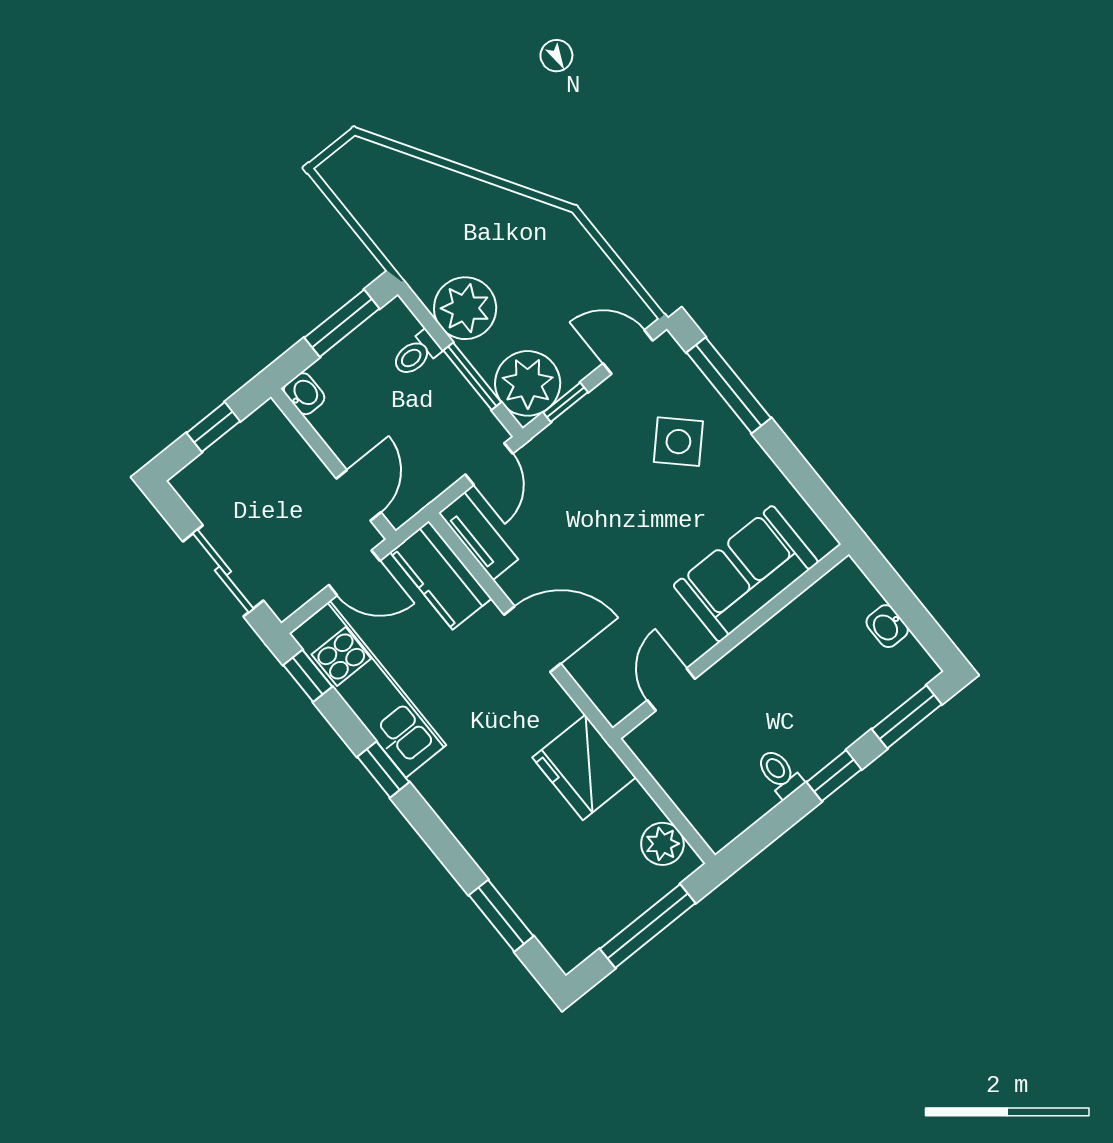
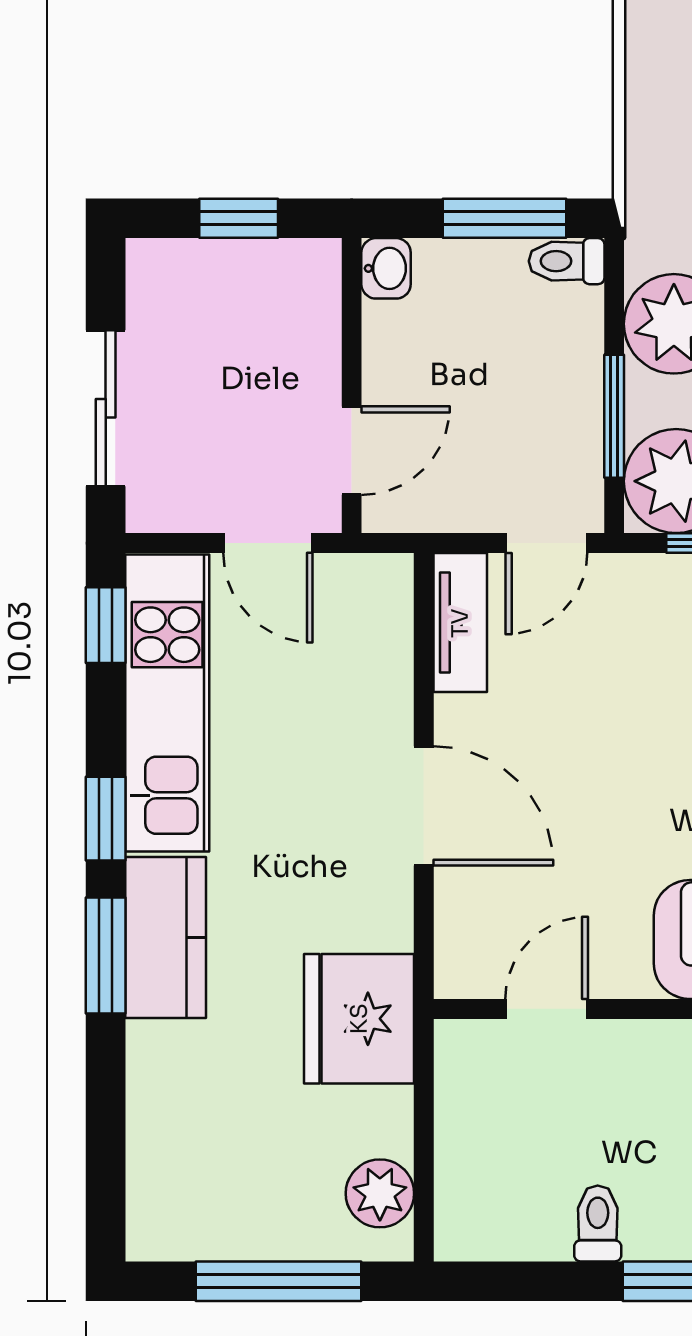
toilet: (416, 354) -> (567, 261), moved
kitchen counter: (441, 575) -> (166, 938), moved, turned 180
window: (501, 916) -> (106, 955), moved

